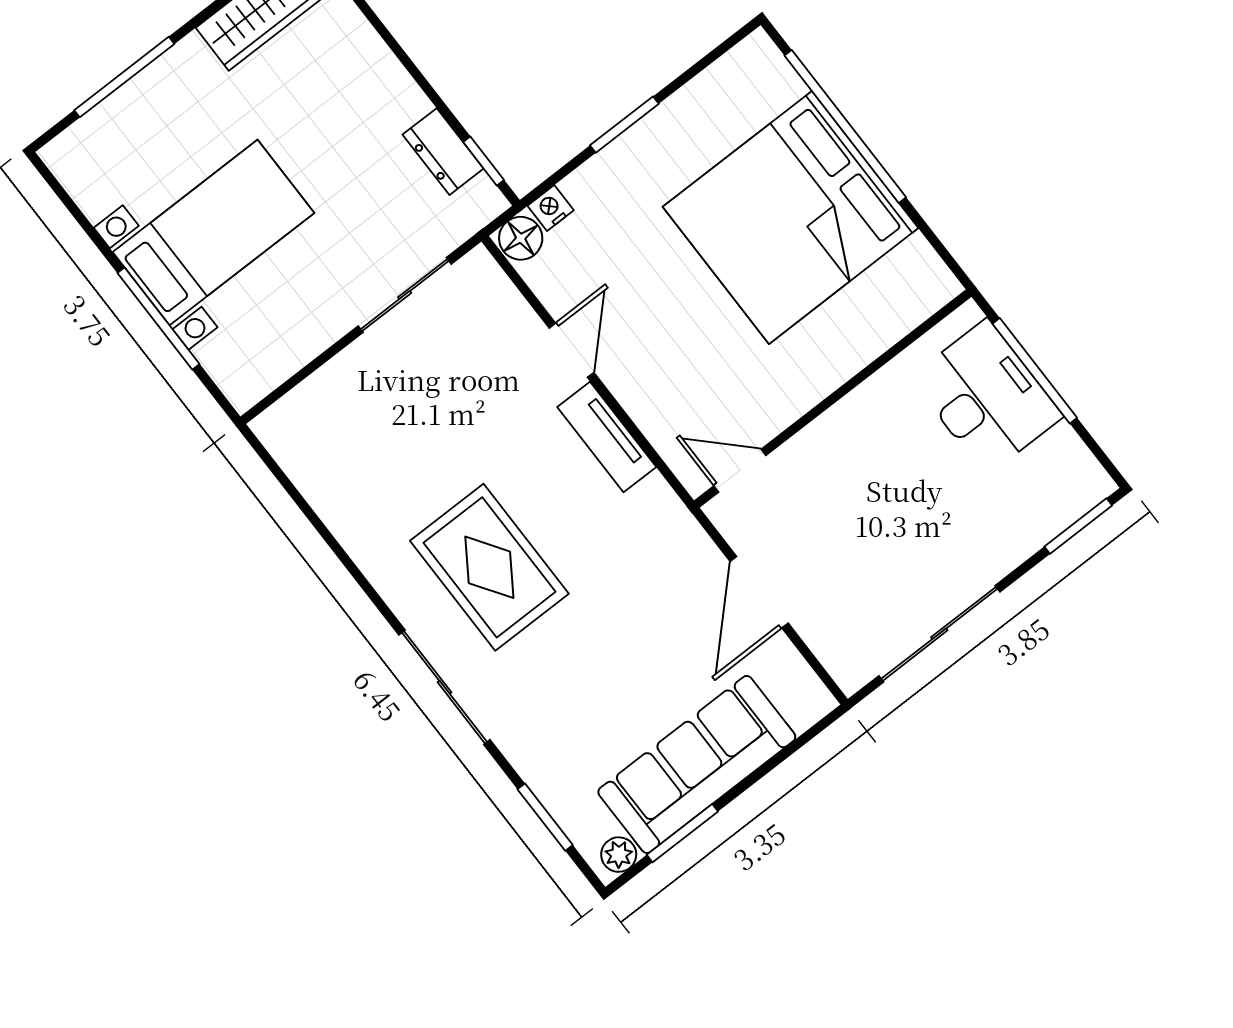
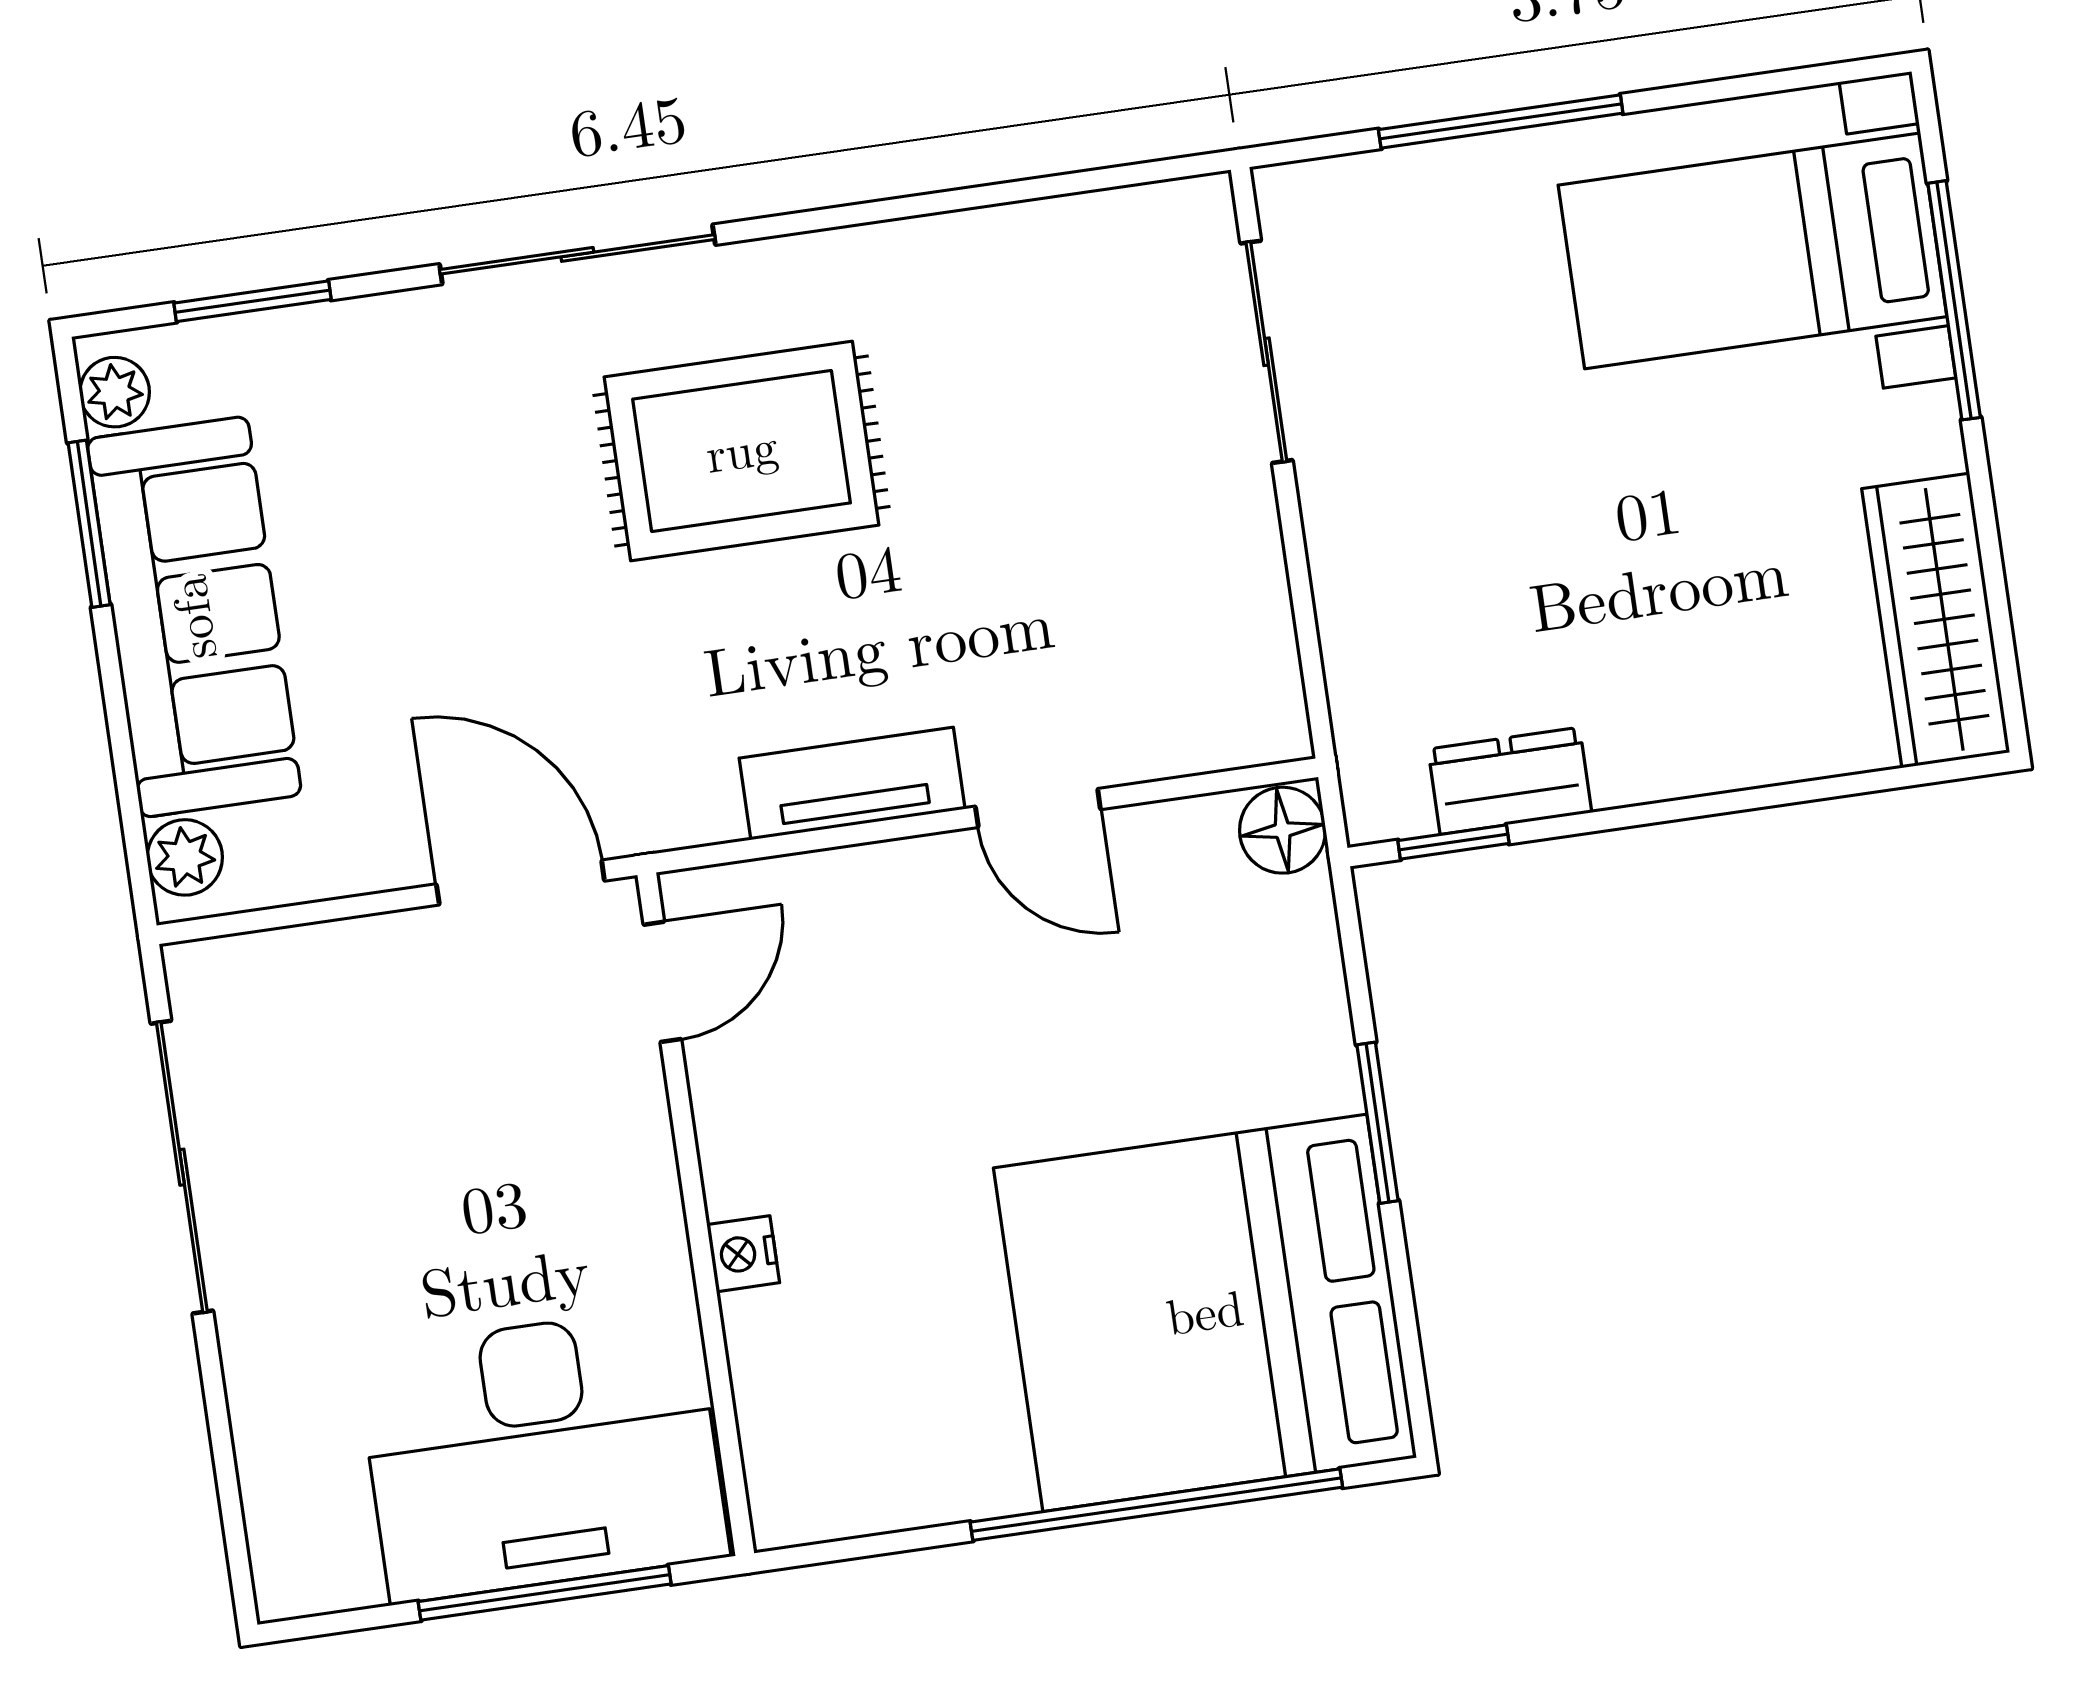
nightstand: (551, 208) -> (743, 1254), moved, turned 180
bed: (790, 217) -> (1205, 1313), moved, turned -90
bed with nightstands: (214, 233) -> (1753, 251), moved, turned 90
sliding door: (405, 295) -> (1266, 352), moved
desk: (987, 397) -> (542, 1454), width x1.36, depth x1.30
window: (1078, 526) -> (232, 1515), removed
door: (759, 592) -> (520, 883), moved
plant: (804, 709) -> (185, 857), added

